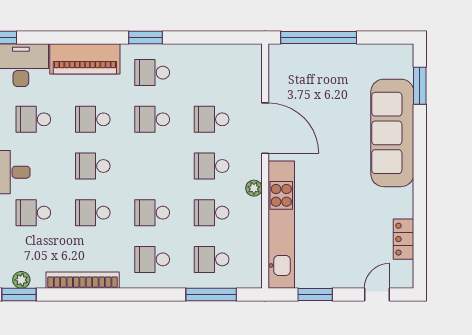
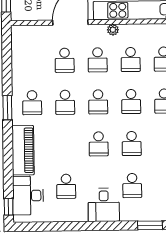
school desk: (93, 119) -> (98, 102), moved

